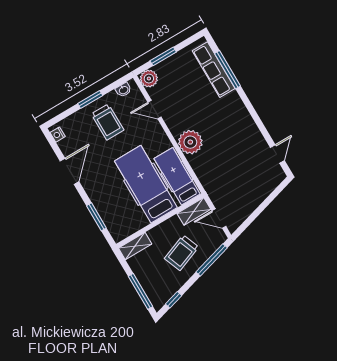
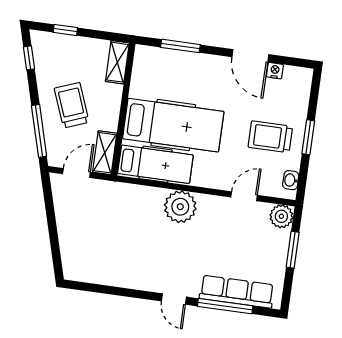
nightstand: (58, 135) -> (275, 71), moved
door: (277, 154) -> (174, 299), moved
window: (140, 291) -> (65, 30), width x0.46

